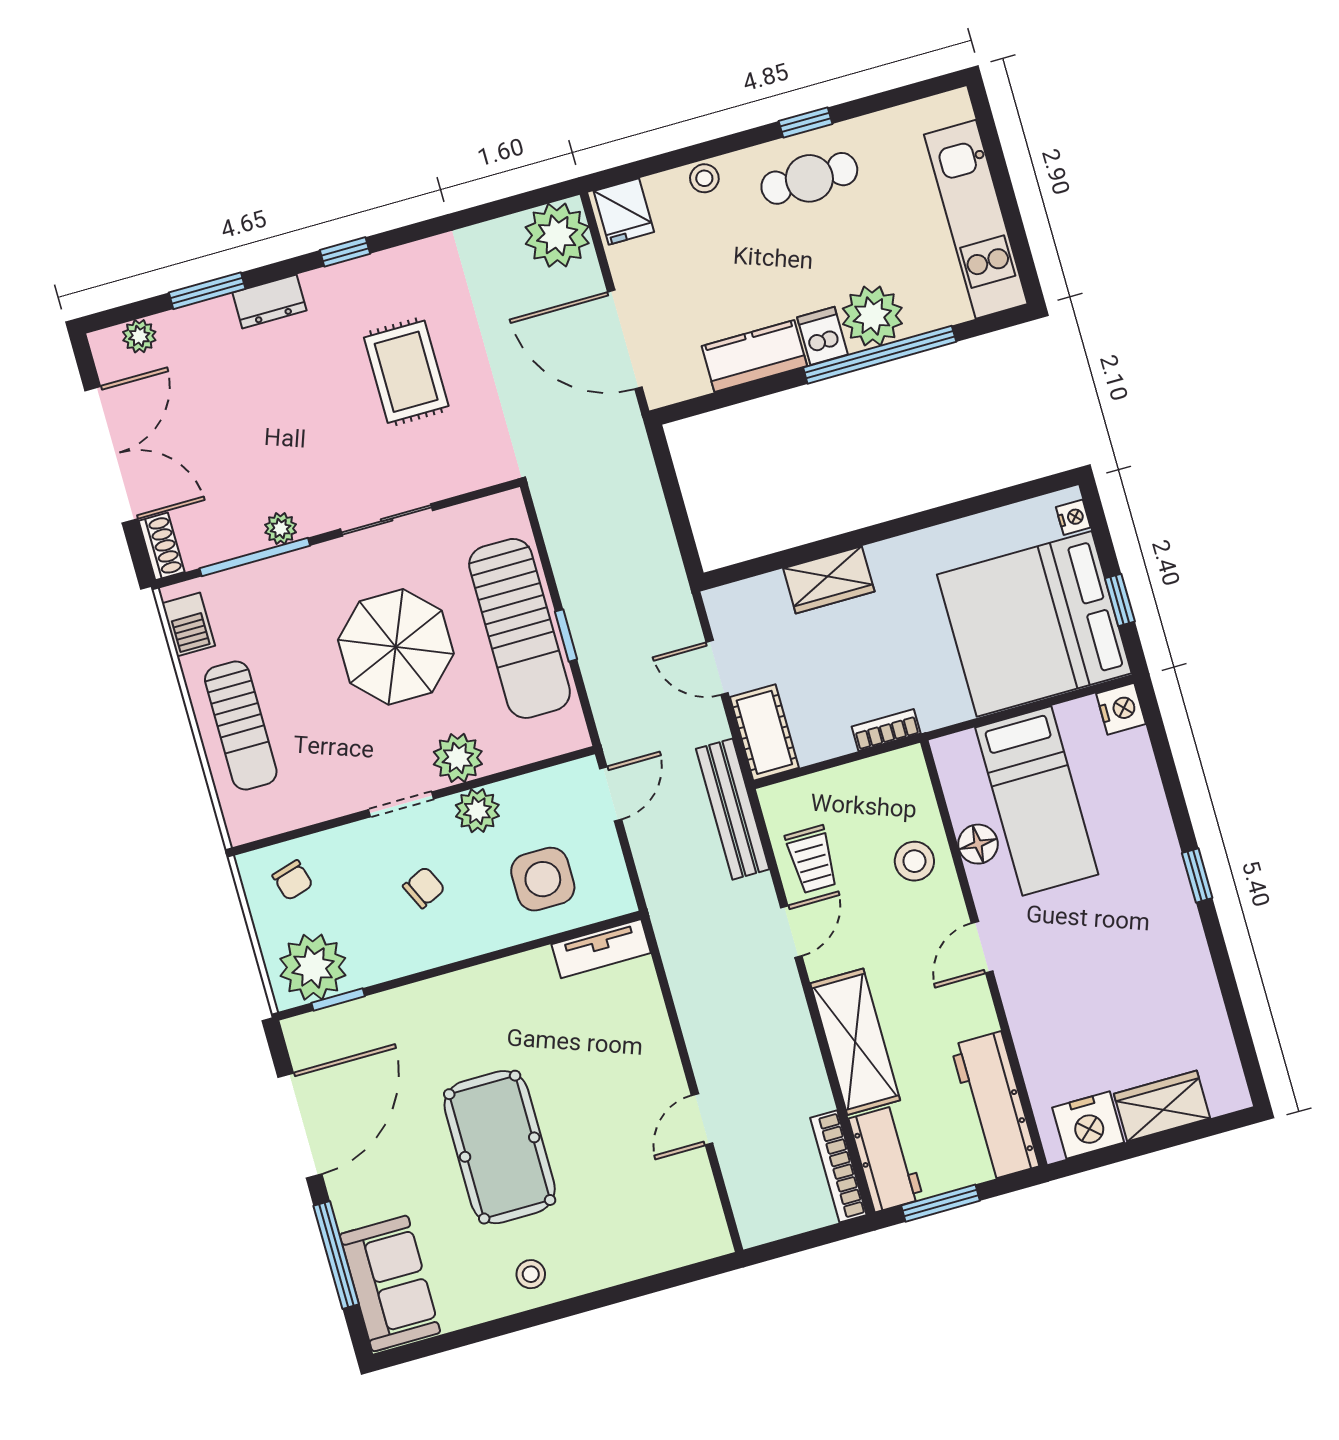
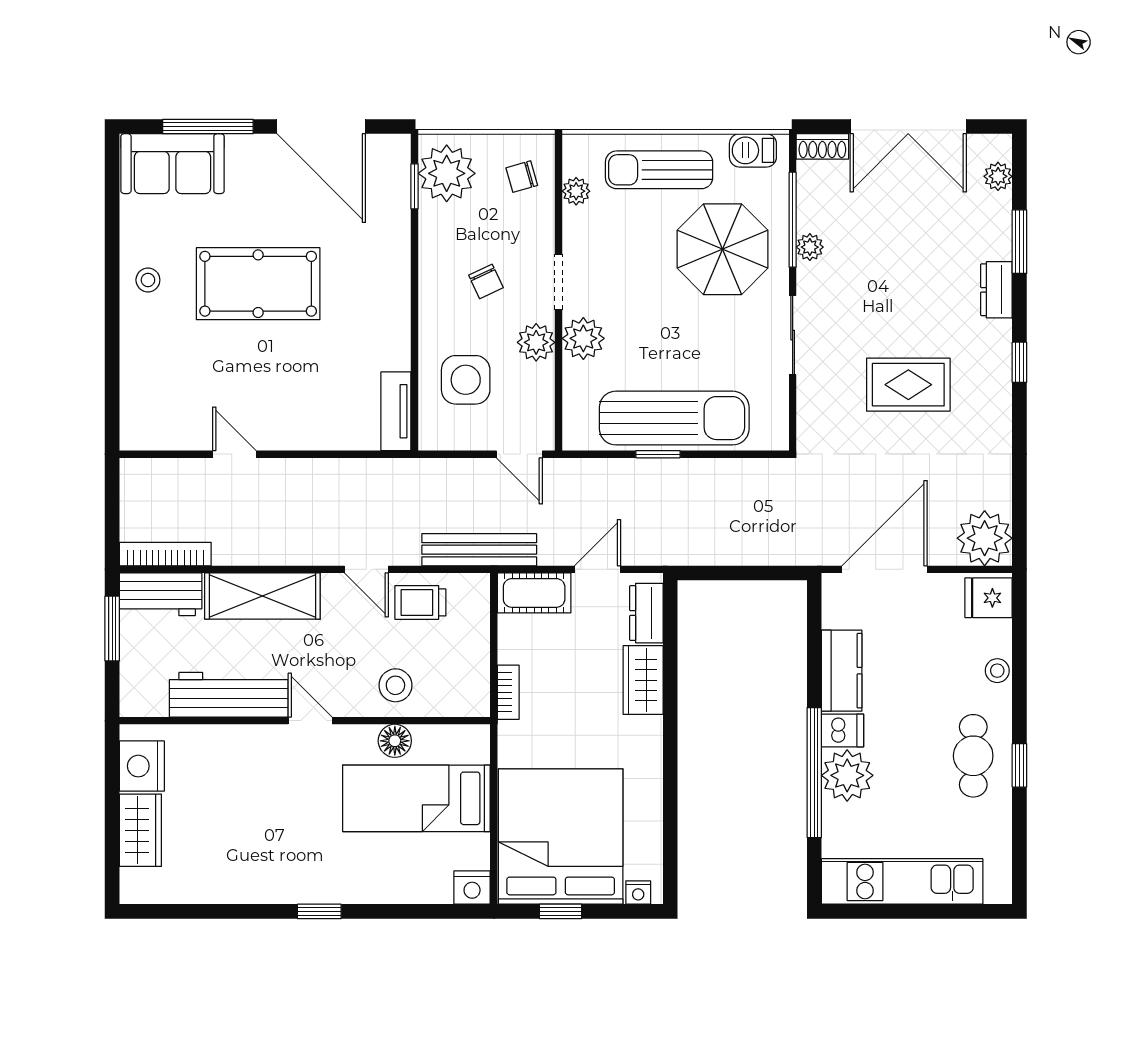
dresser: (751, 598) -> (646, 613), added
sun lounger: (520, 628) -> (674, 418), turned 180
parasol: (396, 647) -> (723, 249), moved
plant: (292, 813) -> (576, 191), added
workbench: (995, 1106) -> (229, 695), moved

